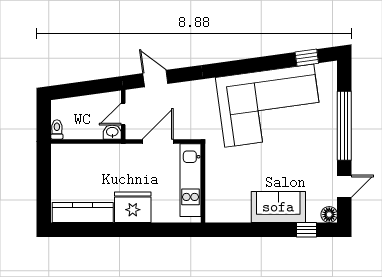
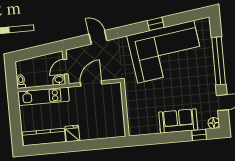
window: (307, 58) -> (156, 24), moved
door: (155, 79) -> (98, 37), moved
kitchen unit: (190, 180) -> (43, 96), moved, turned -90
fridge: (133, 207) -> (72, 133), width x0.53, depth x0.75

